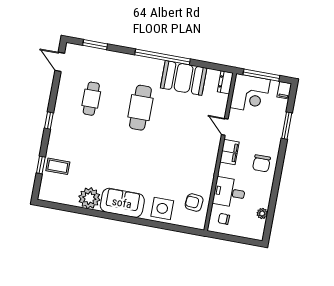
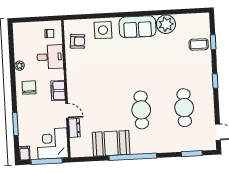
dresser: (225, 82) -> (74, 128), moved
cafe table: (91, 99) -> (184, 108), width x1.37, depth x1.35
plant: (262, 214) -> (19, 66), moved

